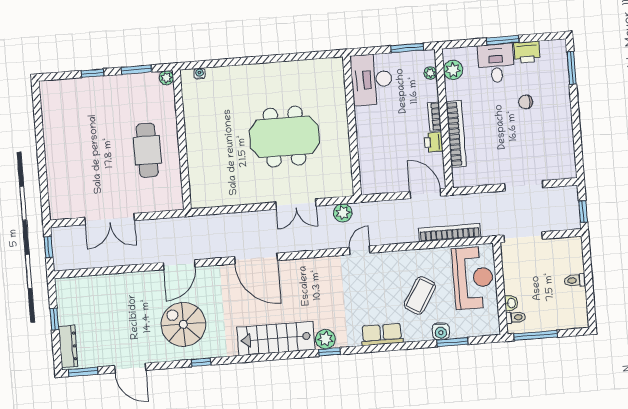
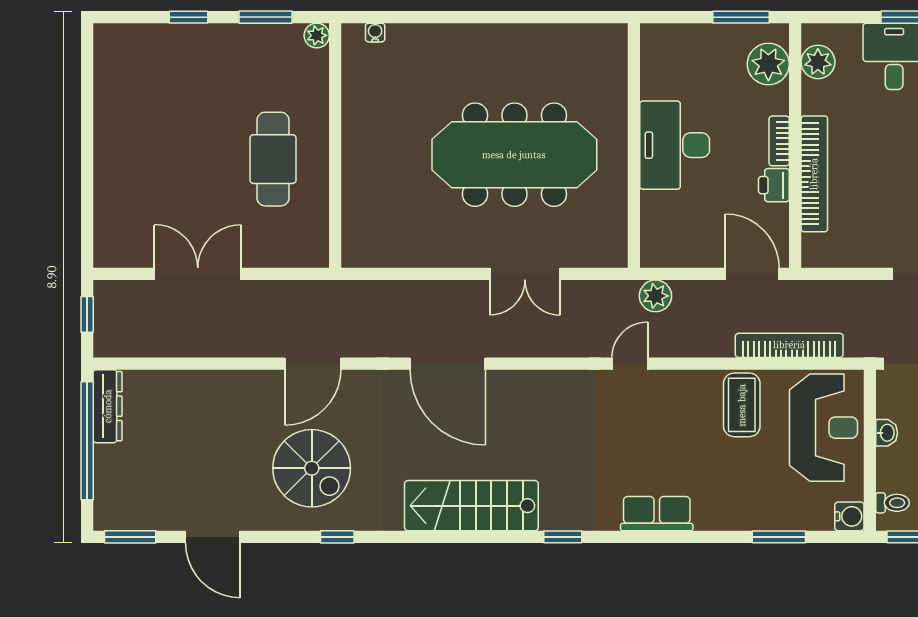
plant: (430, 73) -> (768, 64), width x1.87, depth x1.87
desk: (372, 80) -> (675, 145), moved
meeting table: (284, 137) -> (514, 155), width x1.36
plant: (343, 213) -> (655, 296), moved
double door: (110, 219) -> (198, 274), swing flipped
coffee table: (420, 295) -> (742, 405), moved, turned -31
washbasin: (511, 303) -> (887, 433), moved
window: (54, 319) -> (87, 441), width x3.17
spiral stairs: (183, 324) -> (312, 468), turned 180
water cooler: (441, 331) -> (849, 516), moved, turned -90
plant: (325, 339) -> (558, 514), removed
dresser: (68, 346) -> (108, 406), moved

